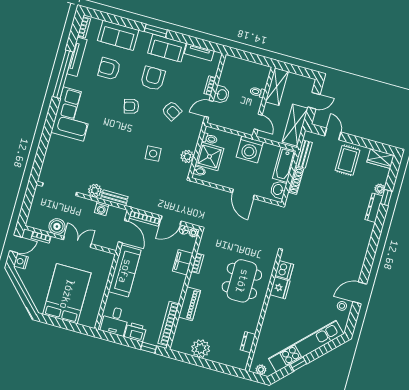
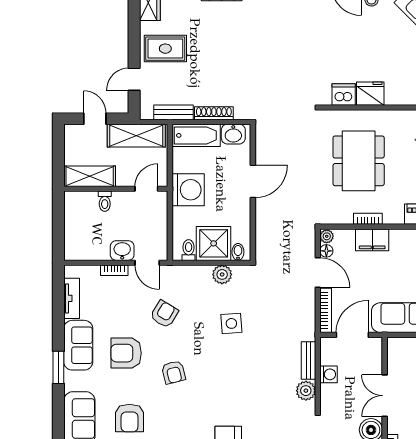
dining table: (242, 281) -> (359, 161), moved, turned 90

